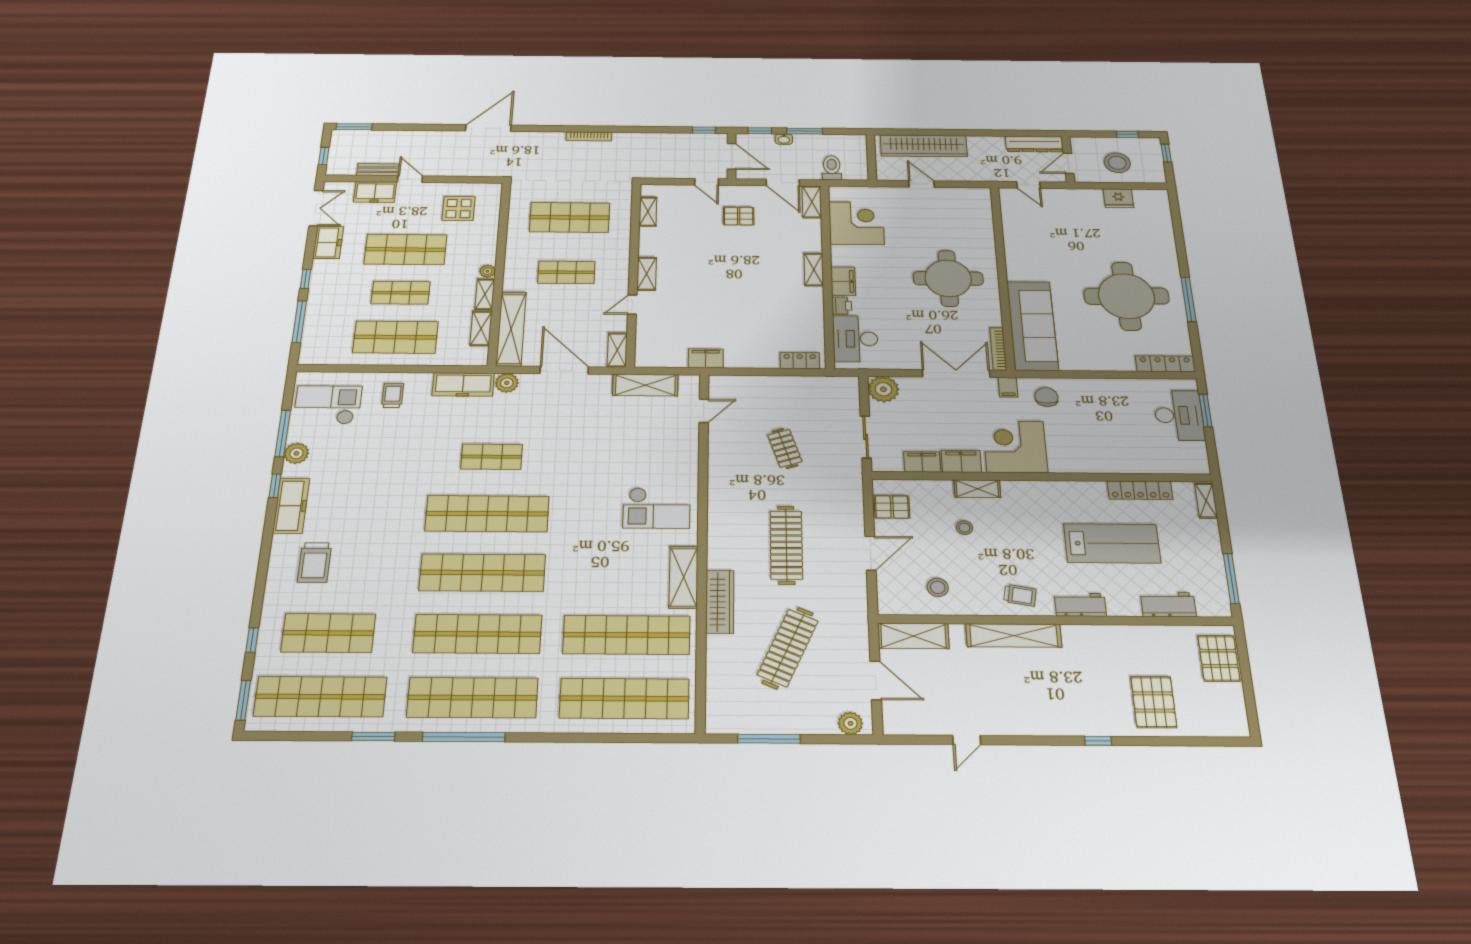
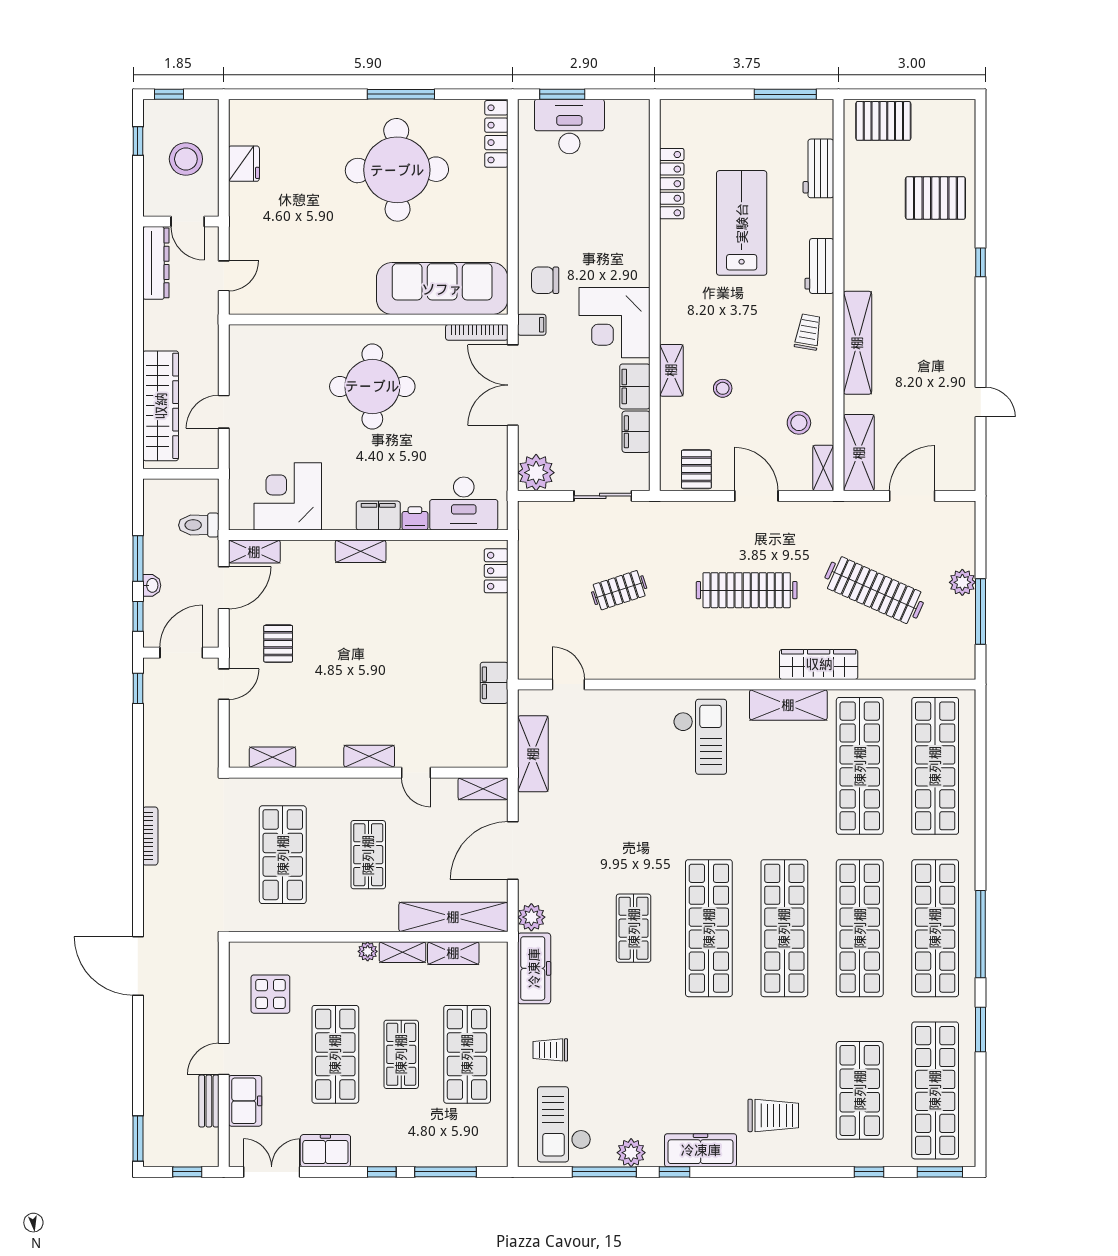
shelving: (1206, 501) -> (823, 468), moved, turned 90
plant: (850, 723) -> (962, 582), moved

